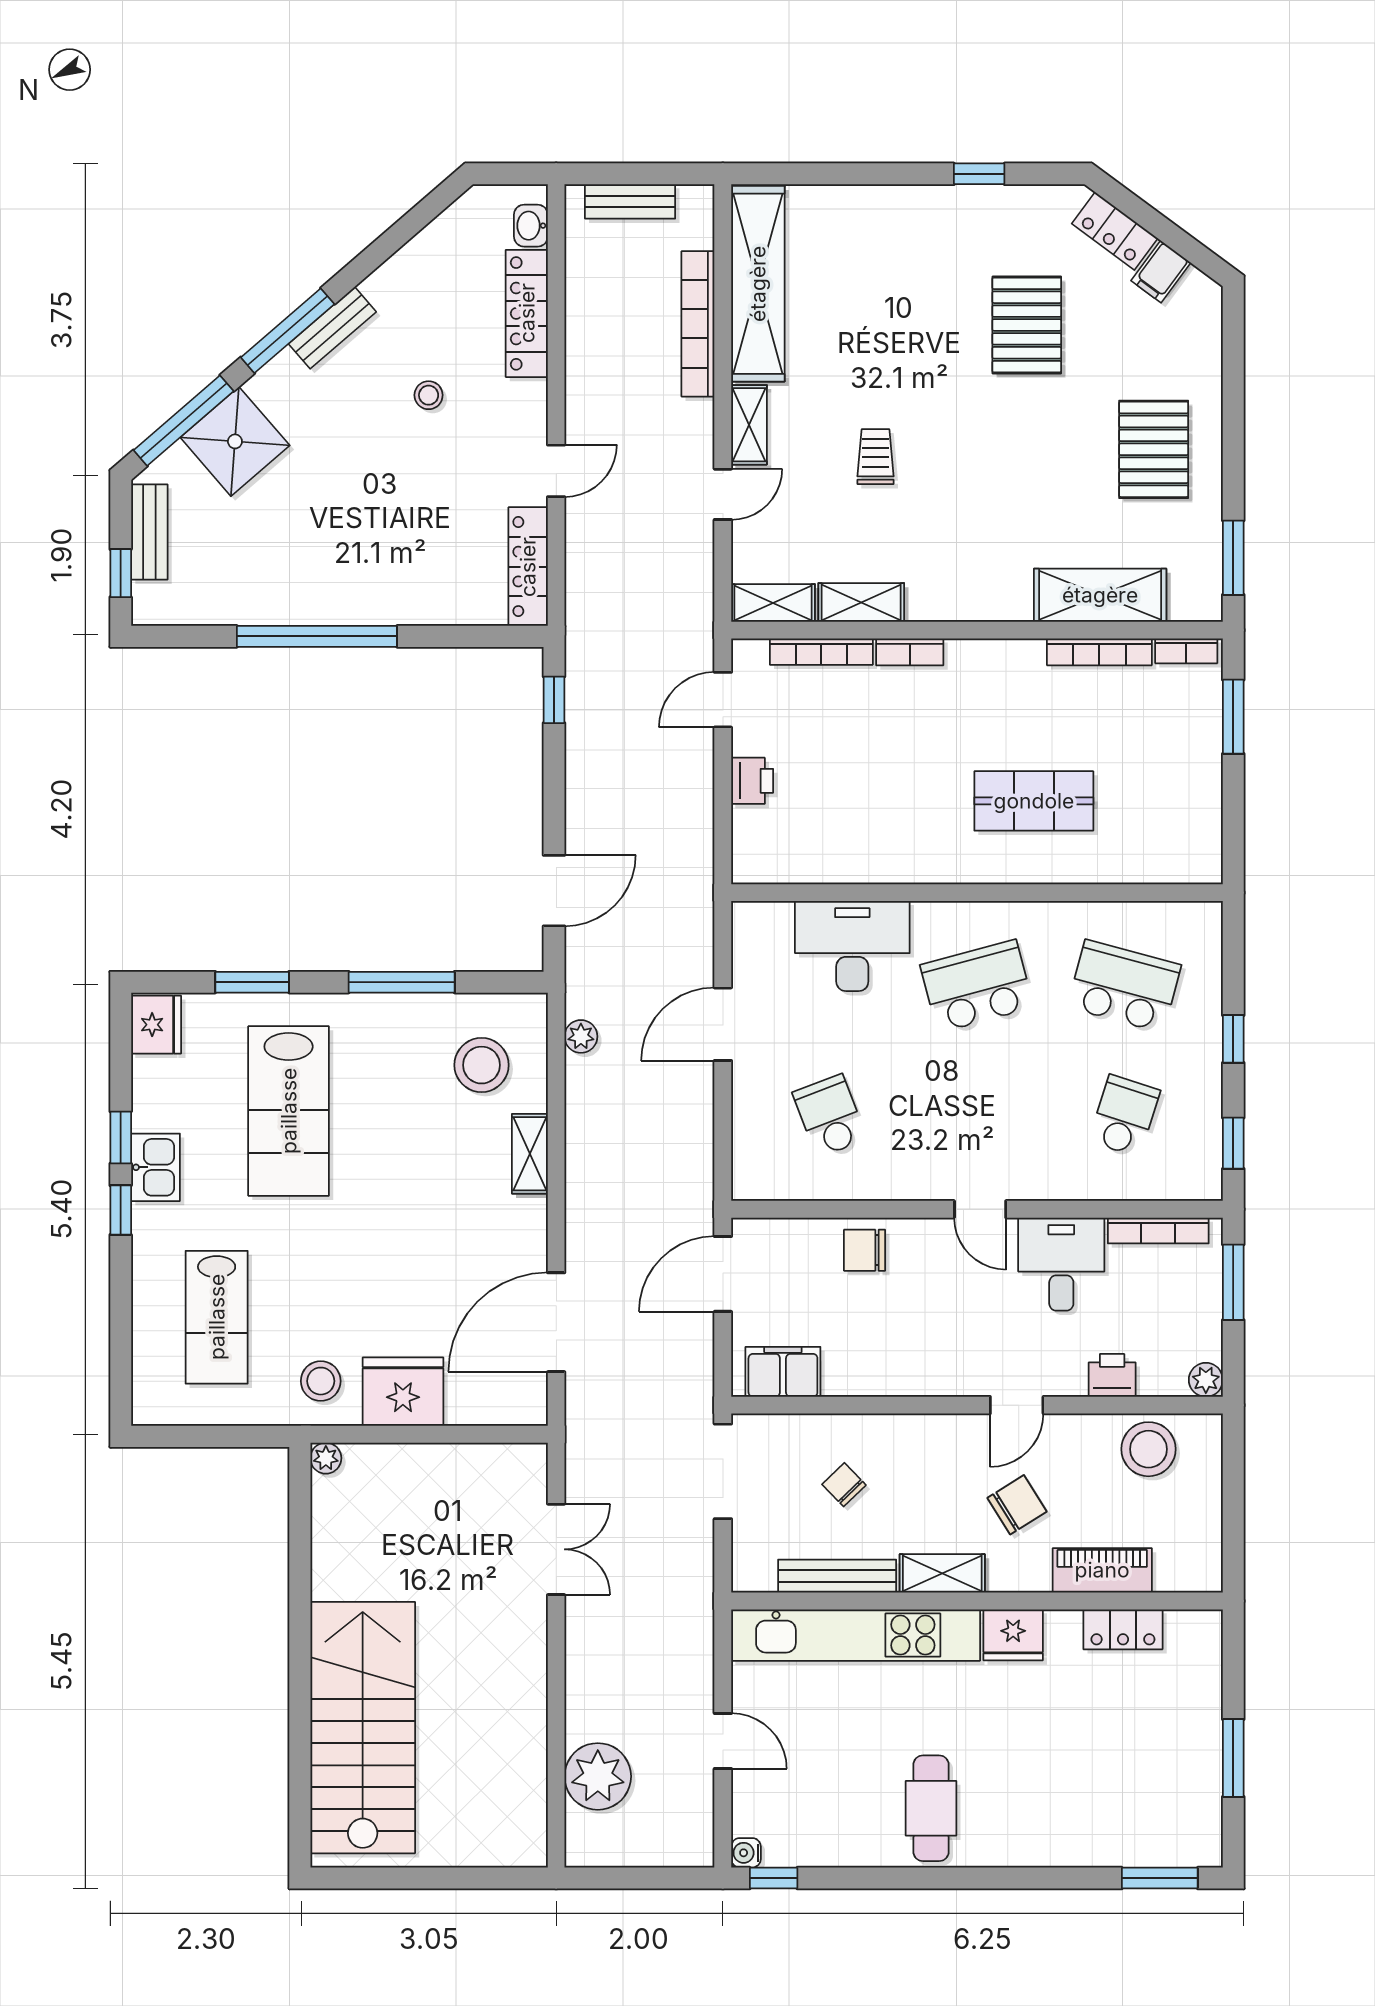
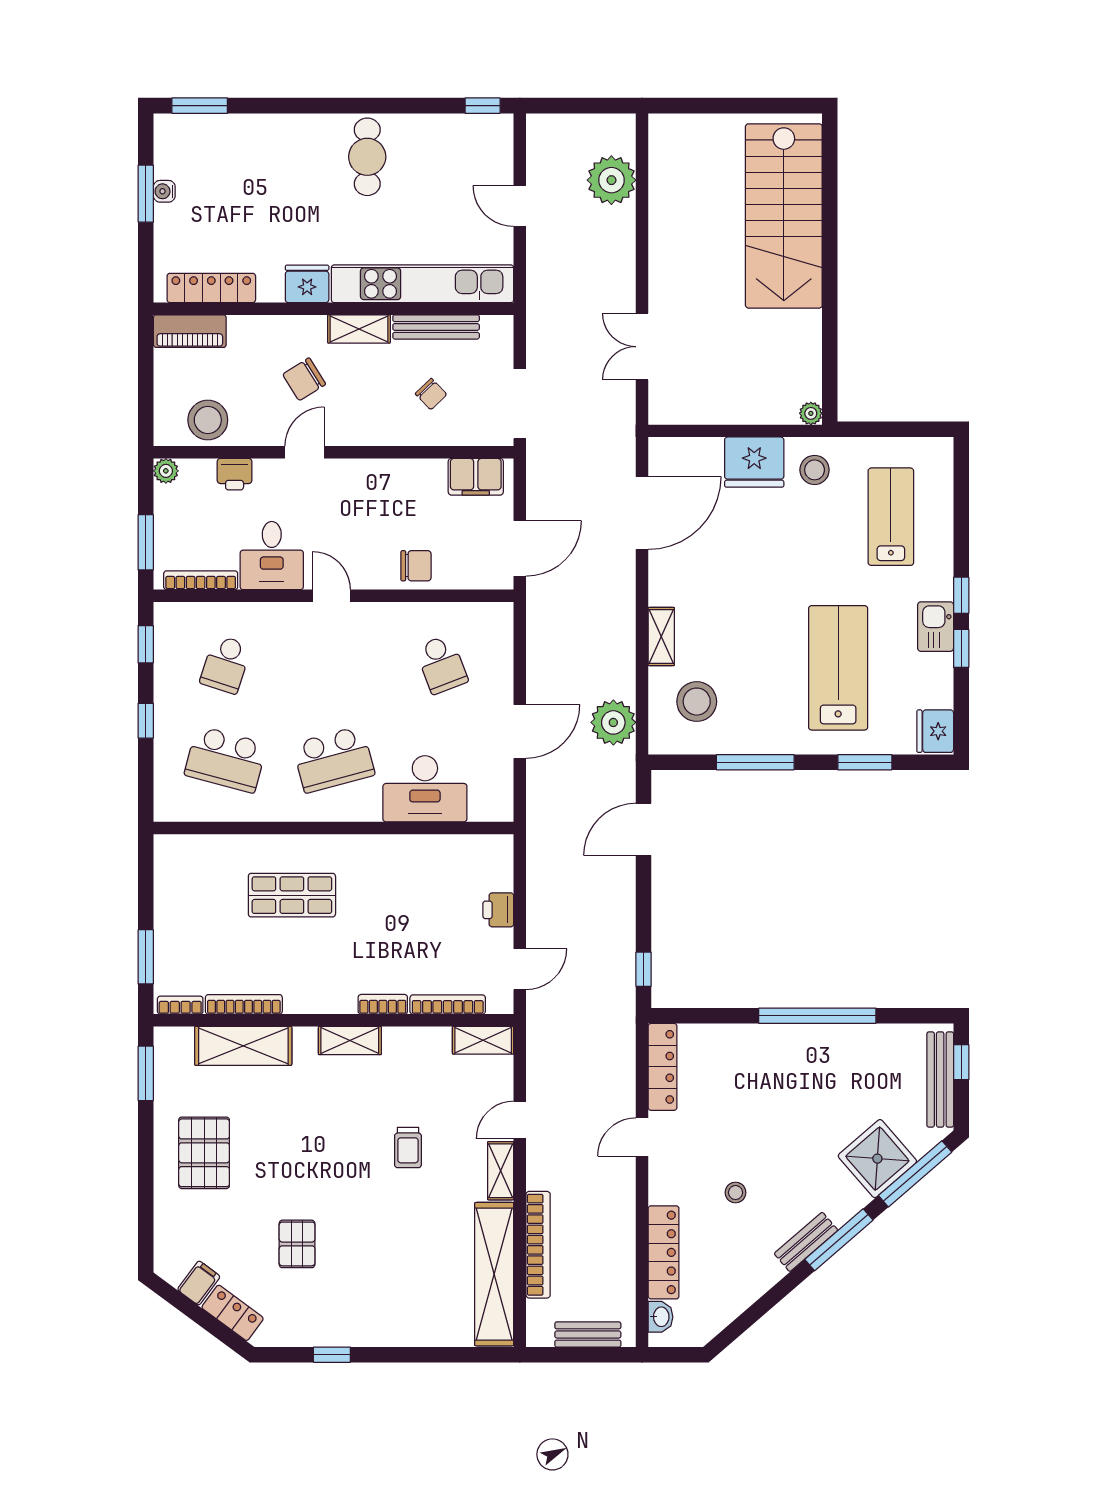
pallet: (1027, 325) -> (297, 1244), width x0.67, depth x0.71
bench: (149, 532) -> (940, 1079), width x1.36
shelving: (861, 602) -> (350, 1041), moved
plant: (581, 1036) -> (613, 722), width x1.88, depth x1.88
piano: (1102, 1570) -> (190, 331), moved
locker: (1123, 1629) -> (211, 288), width x1.53
water cooler: (746, 1853) -> (164, 191), moved, turned 180

